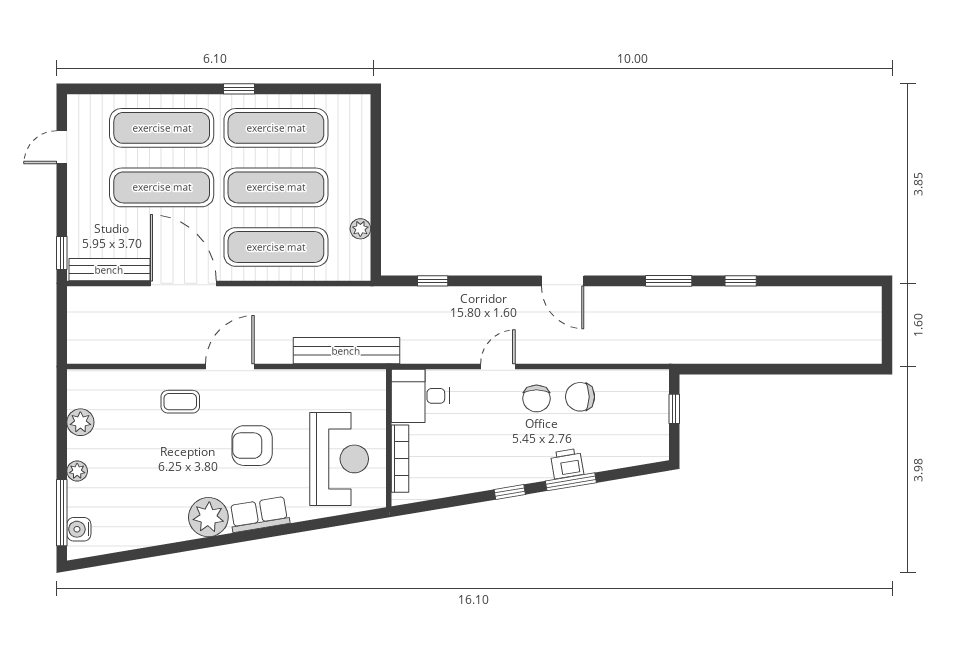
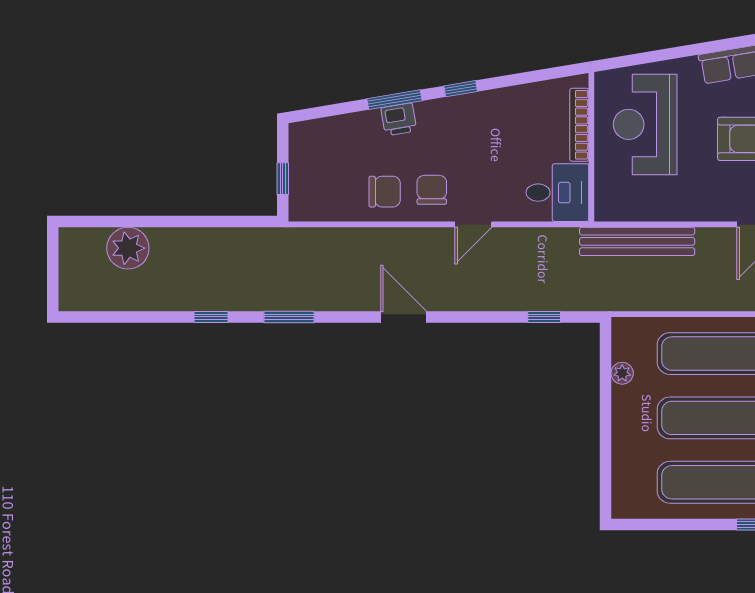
plant: (818, 344) -> (128, 248), added

